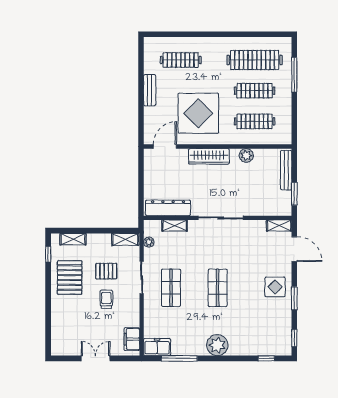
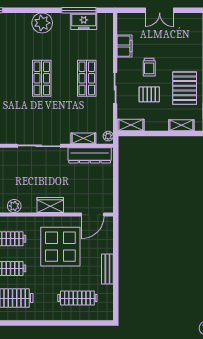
wardrobe: (209, 156) -> (50, 205), width x0.67
plant: (149, 242) -> (108, 136), moved
filing cabinet: (132, 339) -> (124, 46), moved
freezer: (157, 347) -> (84, 21), moved

